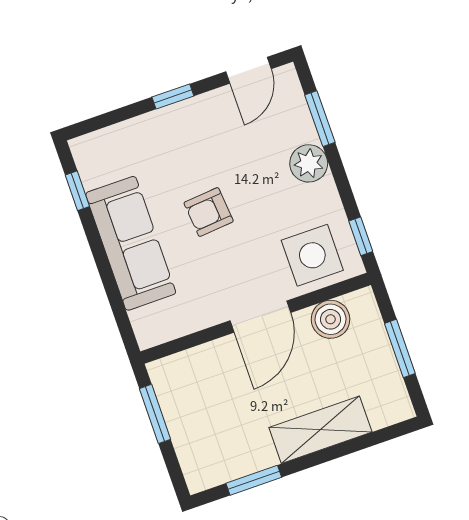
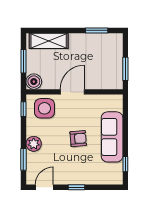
boiler: (331, 319) -> (34, 82), moved
shelving: (320, 430) -> (49, 41), moved

